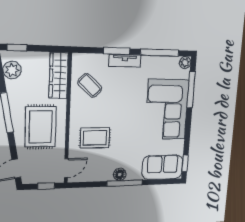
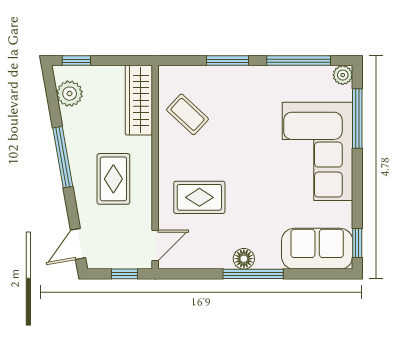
tv unit: (125, 61) -> (242, 75), removed
rug: (41, 127) -> (113, 179), width x0.73, depth x0.70

